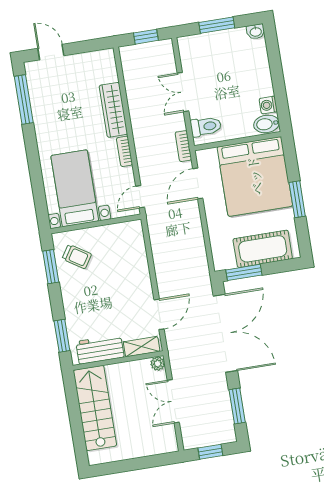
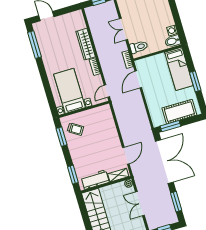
bed: (255, 176) -> (179, 69), width x0.49

